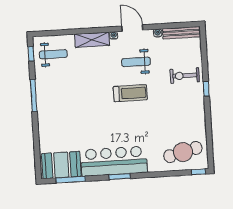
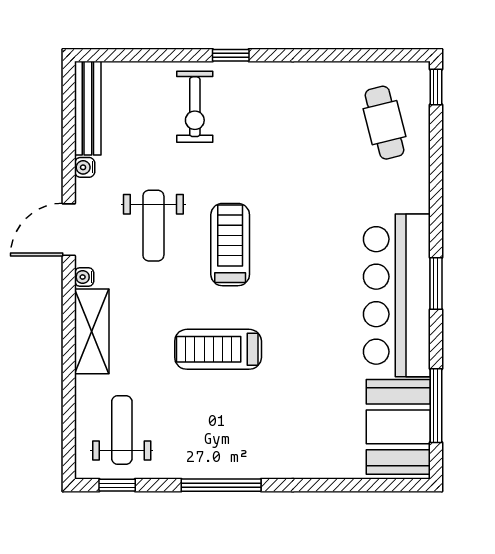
treadmill: (88, 91) -> (218, 349), added
cafe table: (183, 152) -> (385, 123), width x0.73, depth x0.74

